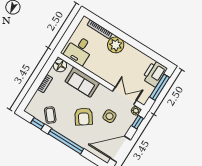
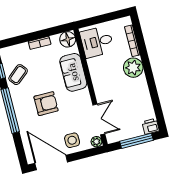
printer: (155, 74) -> (151, 126), width x0.53, depth x0.68
side table: (109, 116) -> (72, 140), moved
armchair: (84, 117) -> (46, 104), turned -145
window: (138, 122) -> (88, 153), removed

